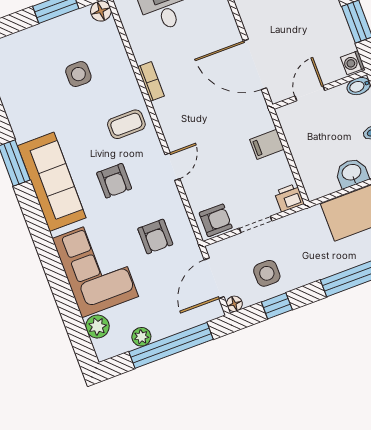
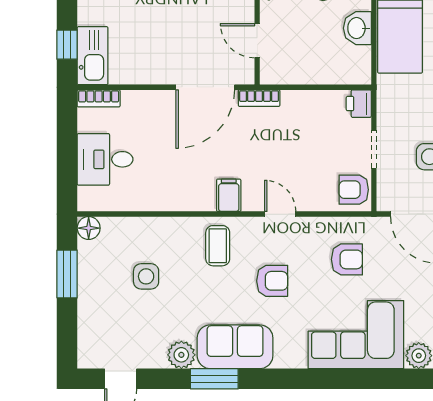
bookcase: (151, 81) -> (259, 98), moved, turned 180
plant: (24, 128) -> (181, 355), added
filing cabinet: (267, 144) -> (229, 195), moved, turned 180
sofa: (52, 182) -> (235, 347), width x0.73
armchair: (216, 220) -> (354, 190), turned -90

